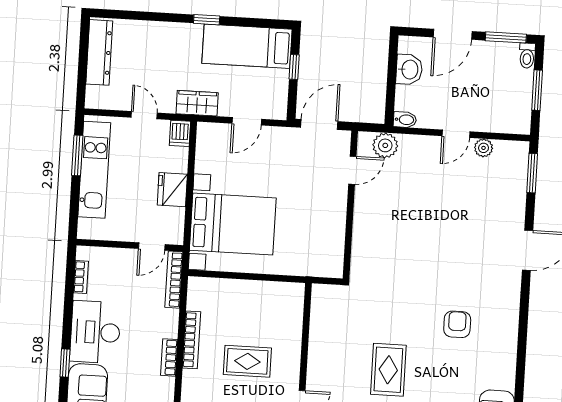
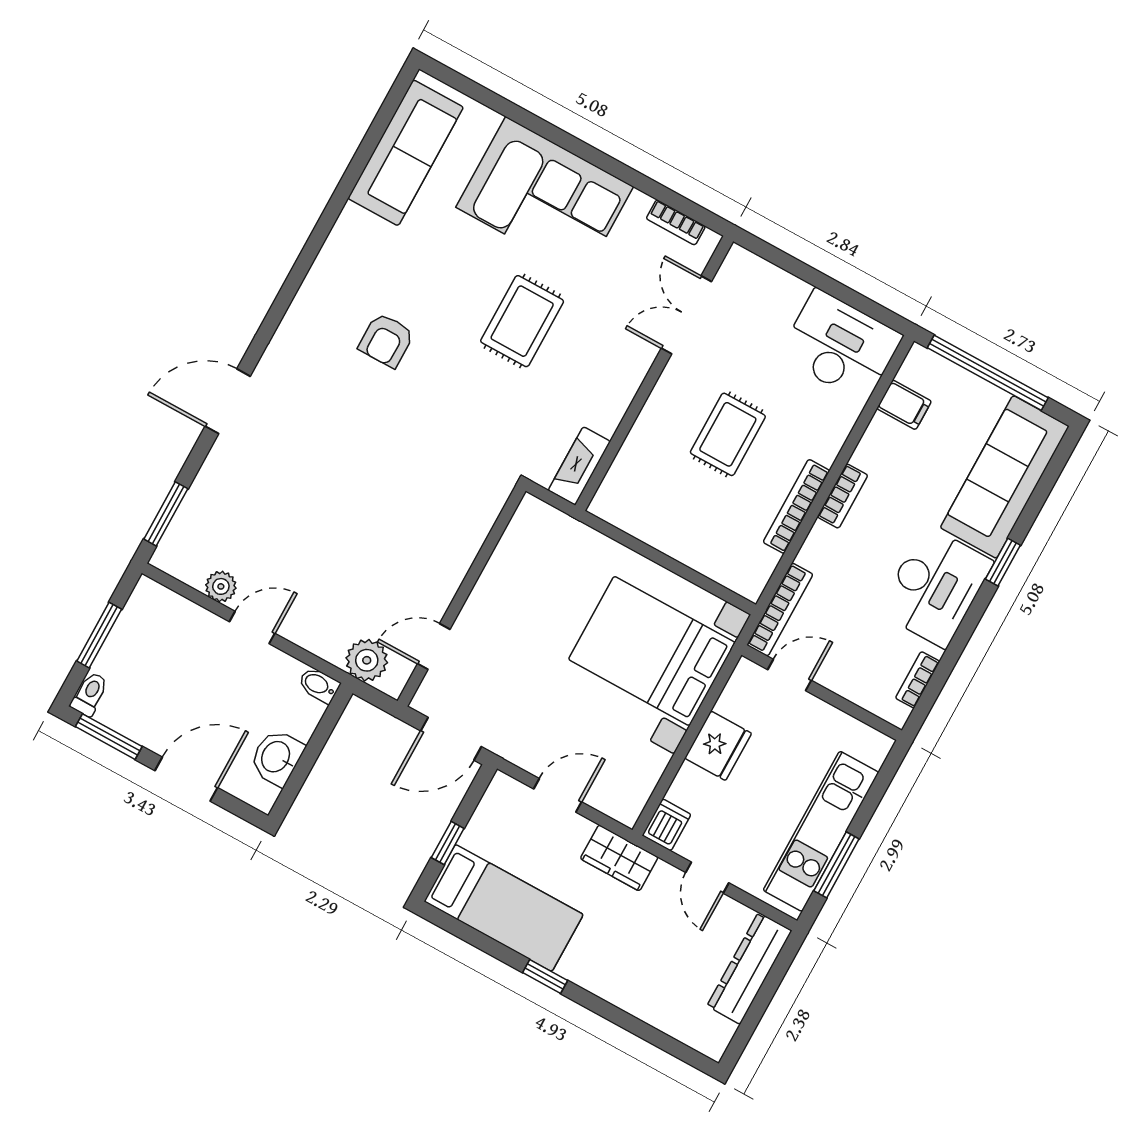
dresser: (99, 52) -> (749, 968), moved
fireplace: (320, 306) -> (579, 466), added
rug: (247, 361) -> (728, 434), turned 90

